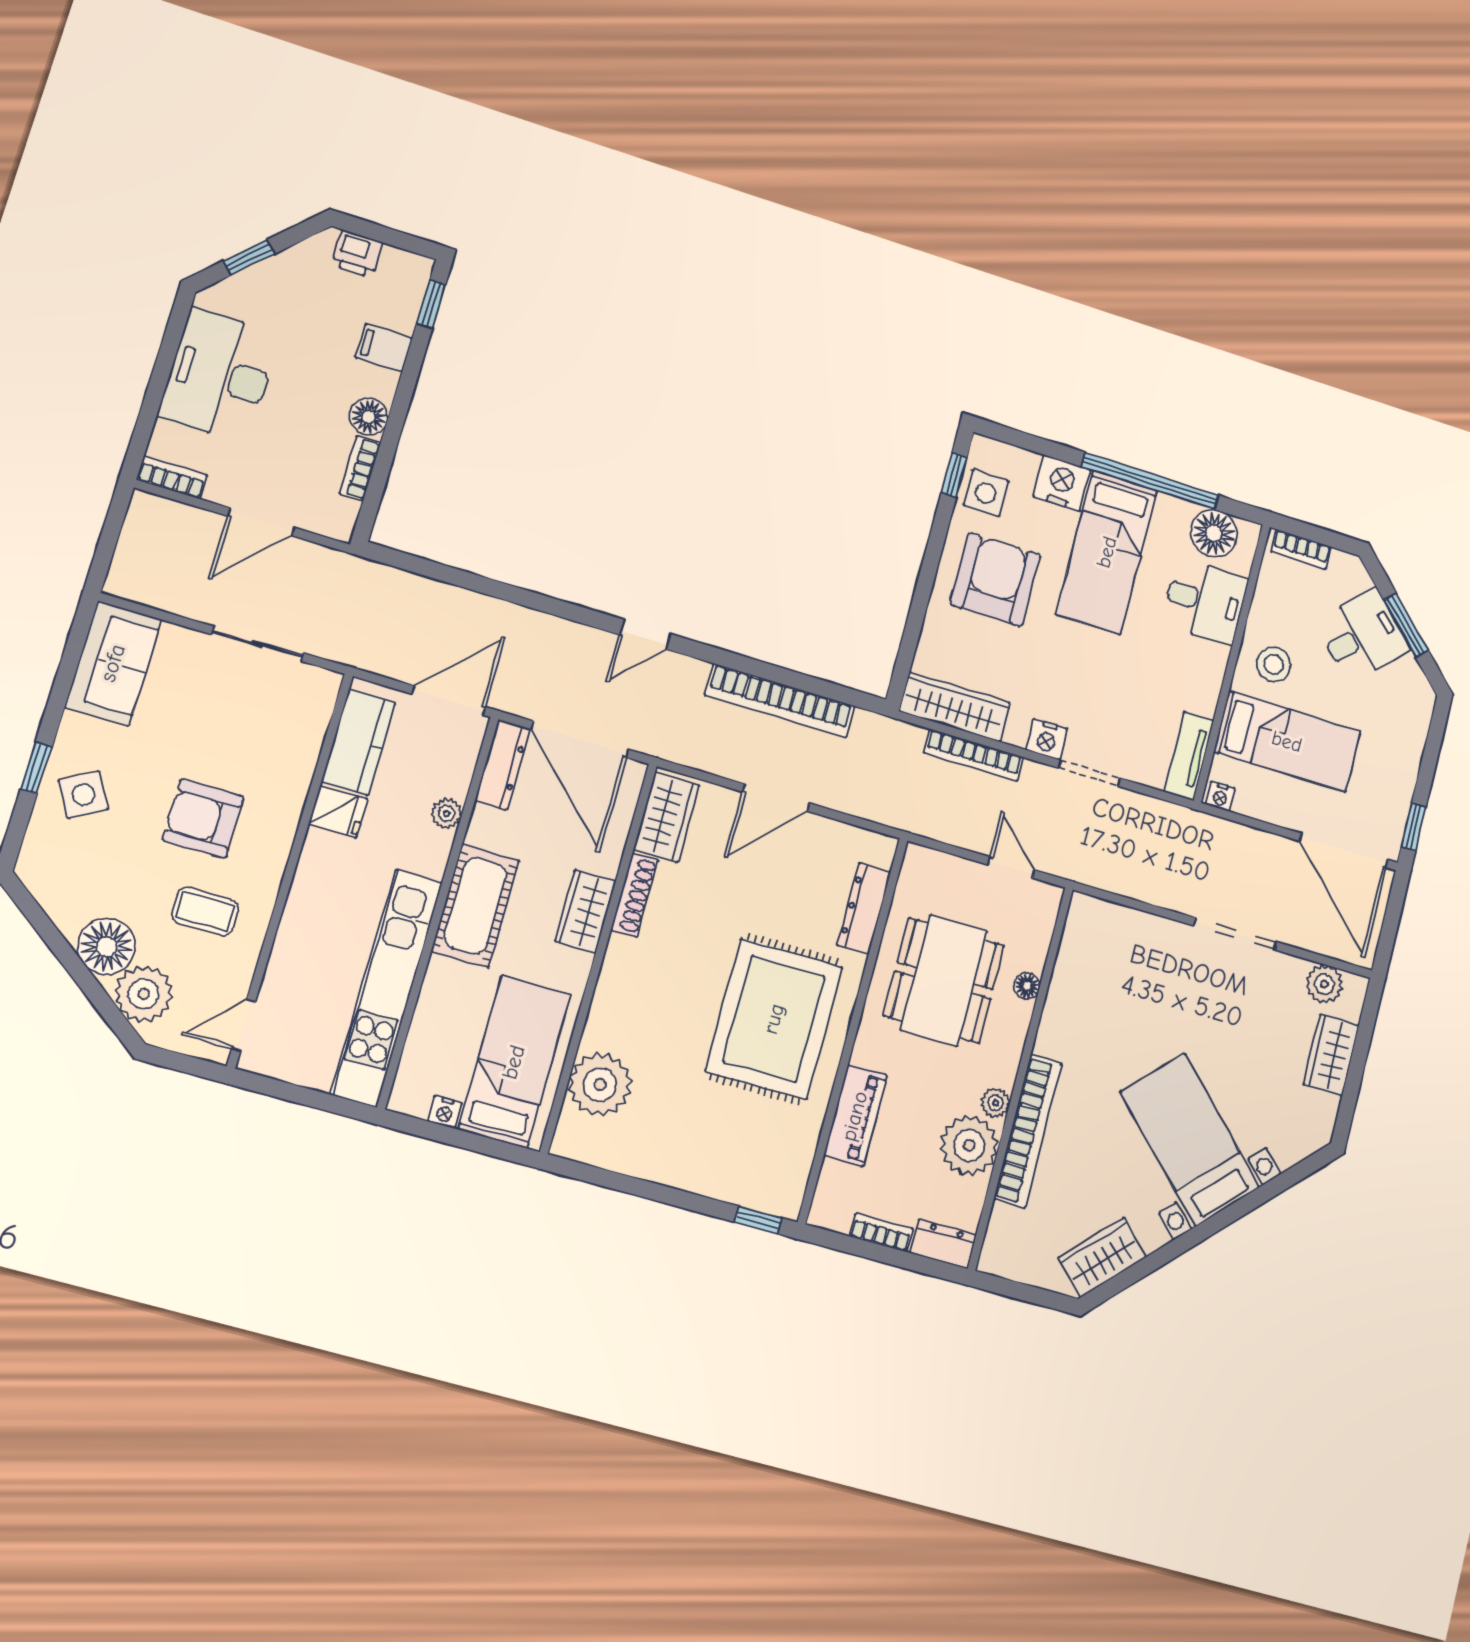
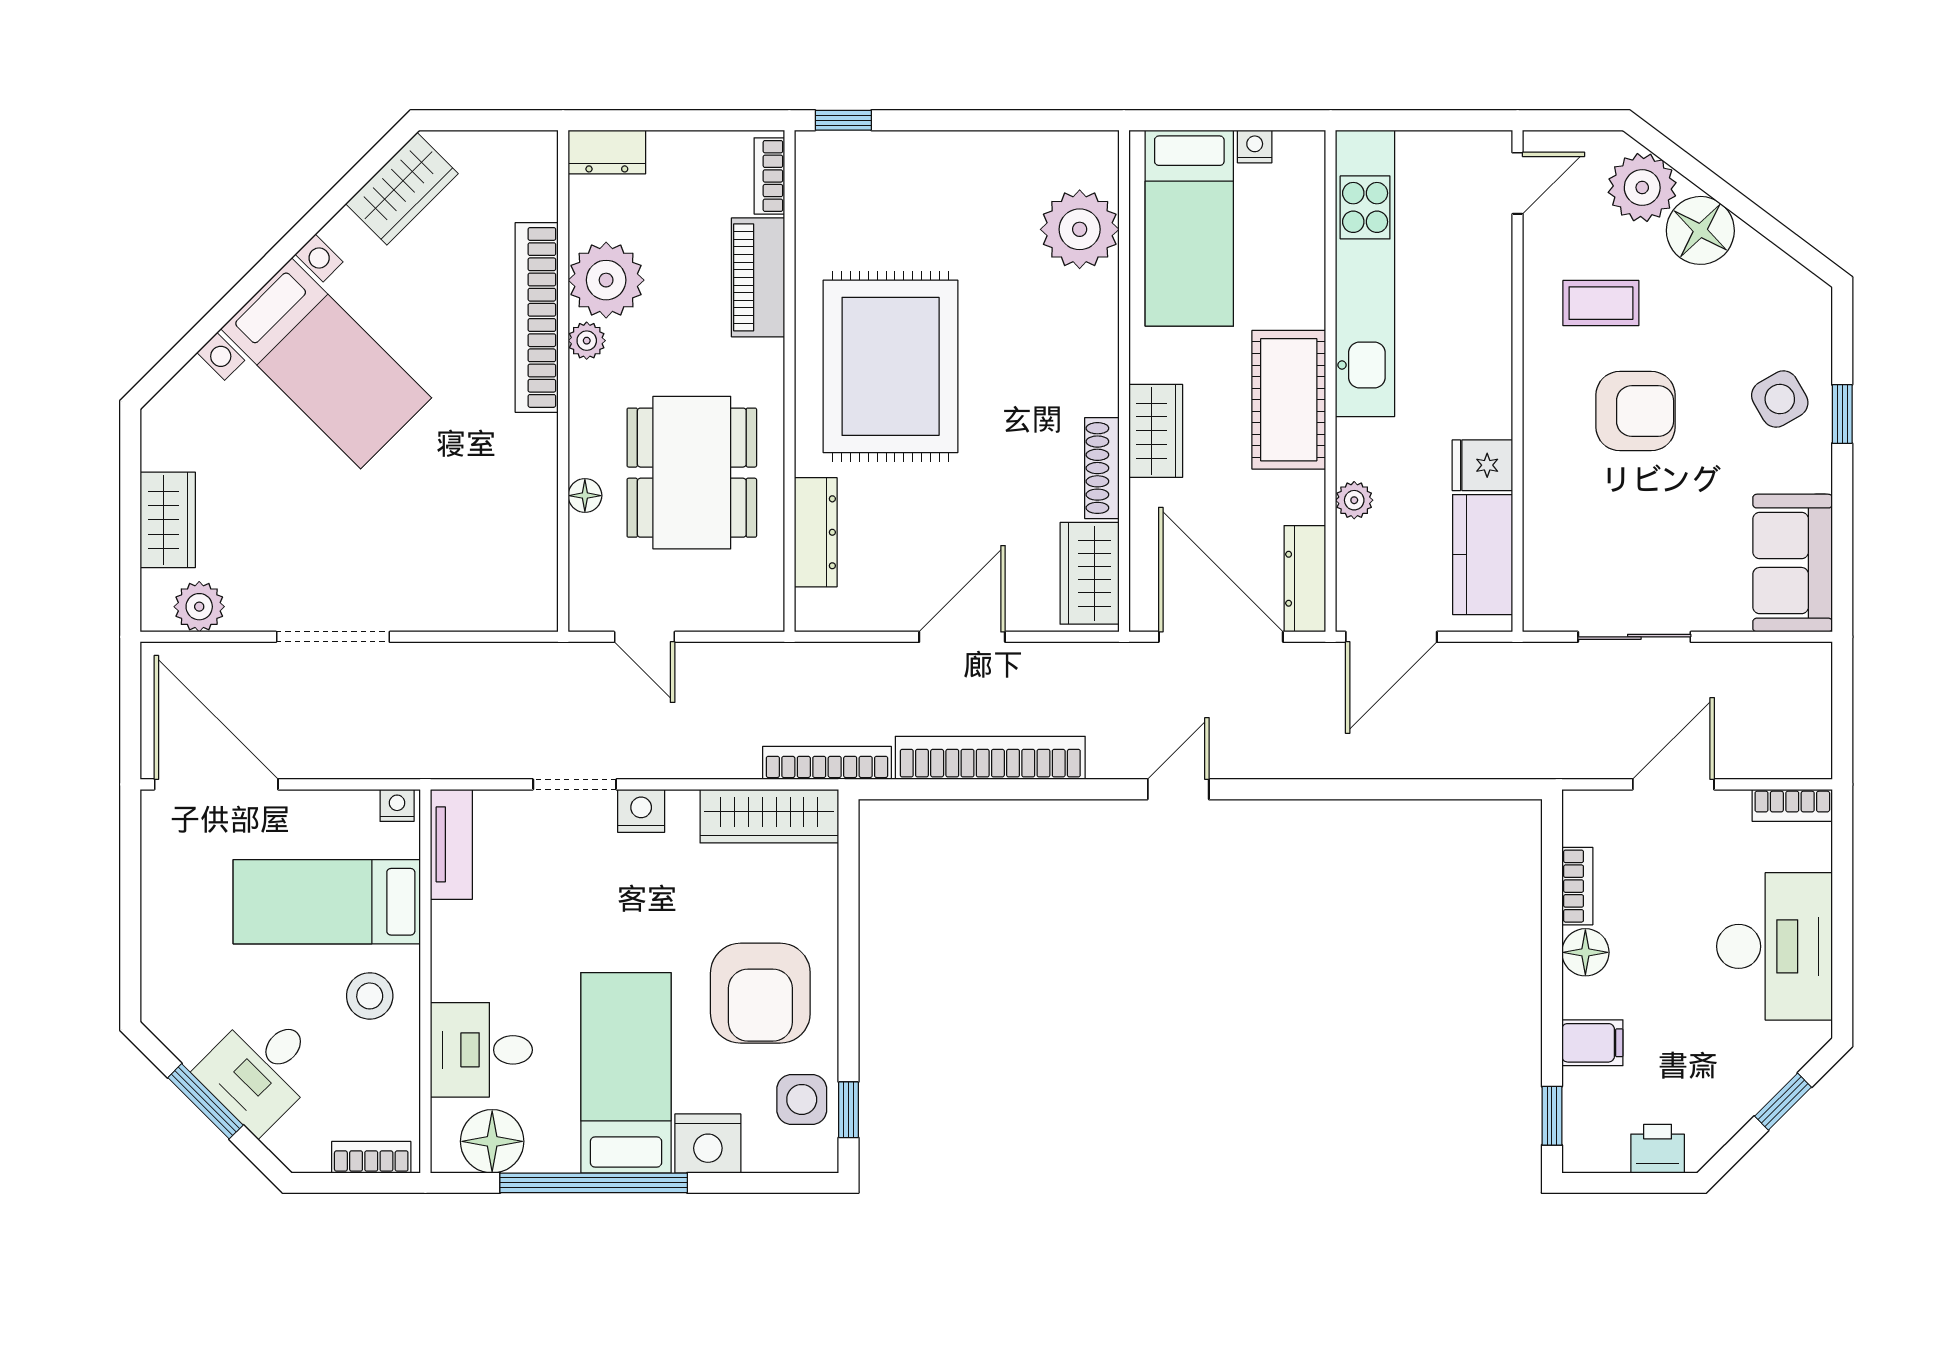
bookcase: (974, 755) -> (827, 763), moved
window: (1414, 827) -> (130, 842), removed
bookcase: (881, 1233) -> (769, 176), moved, turned 90

